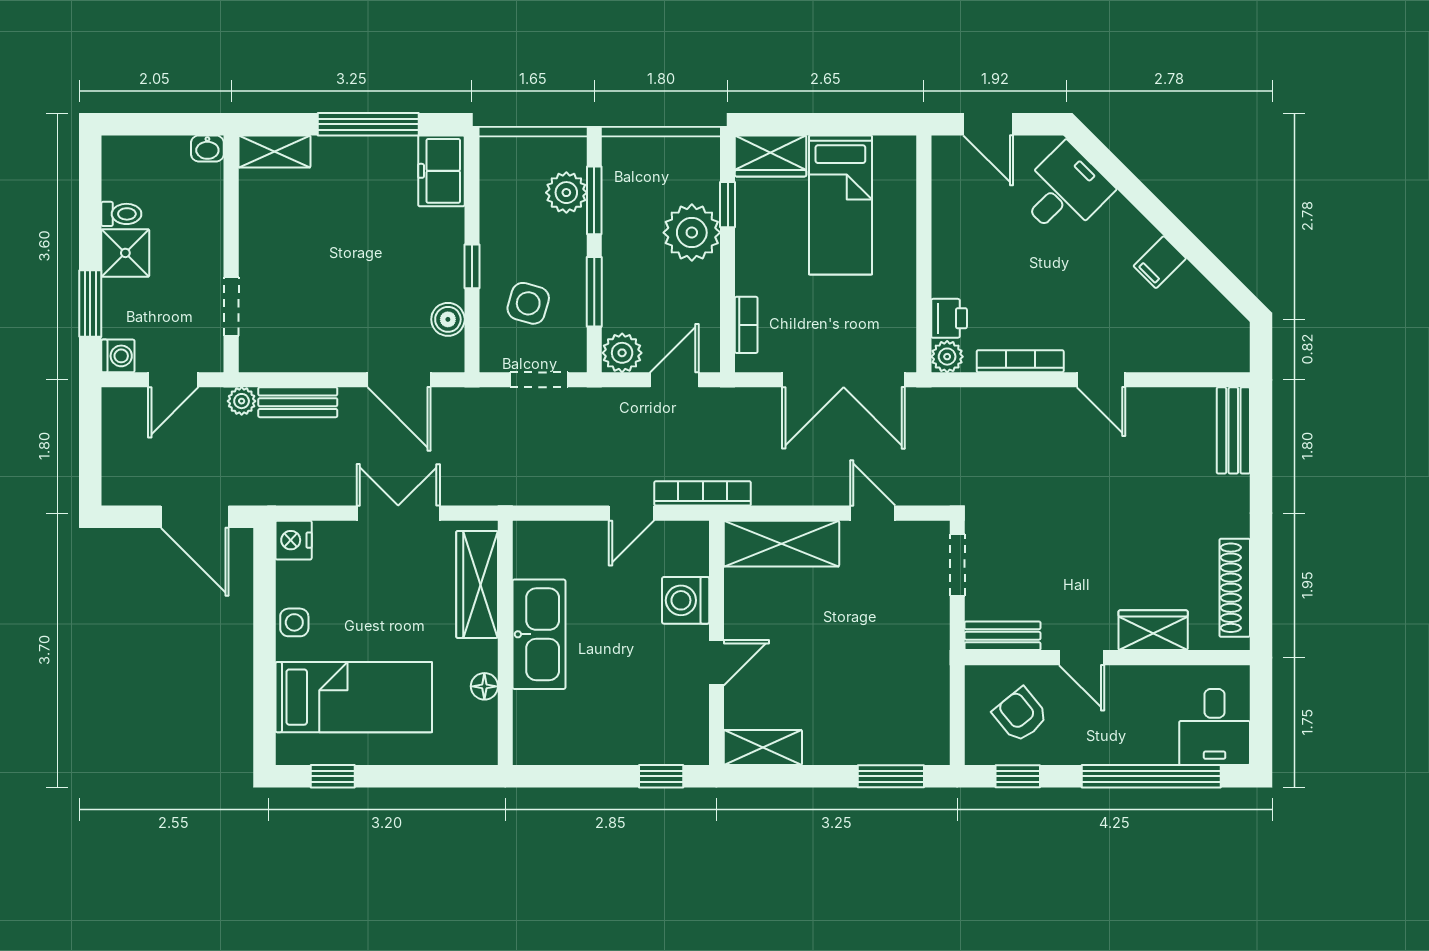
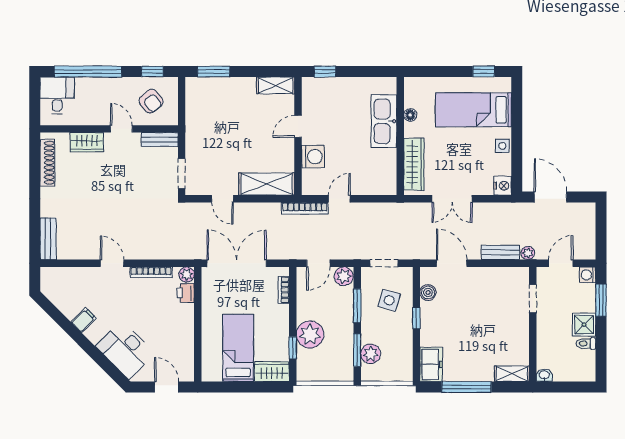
desk: (1064, 191) -> (125, 350), width x1.37
kitchen sink: (539, 634) -> (384, 121), moved

